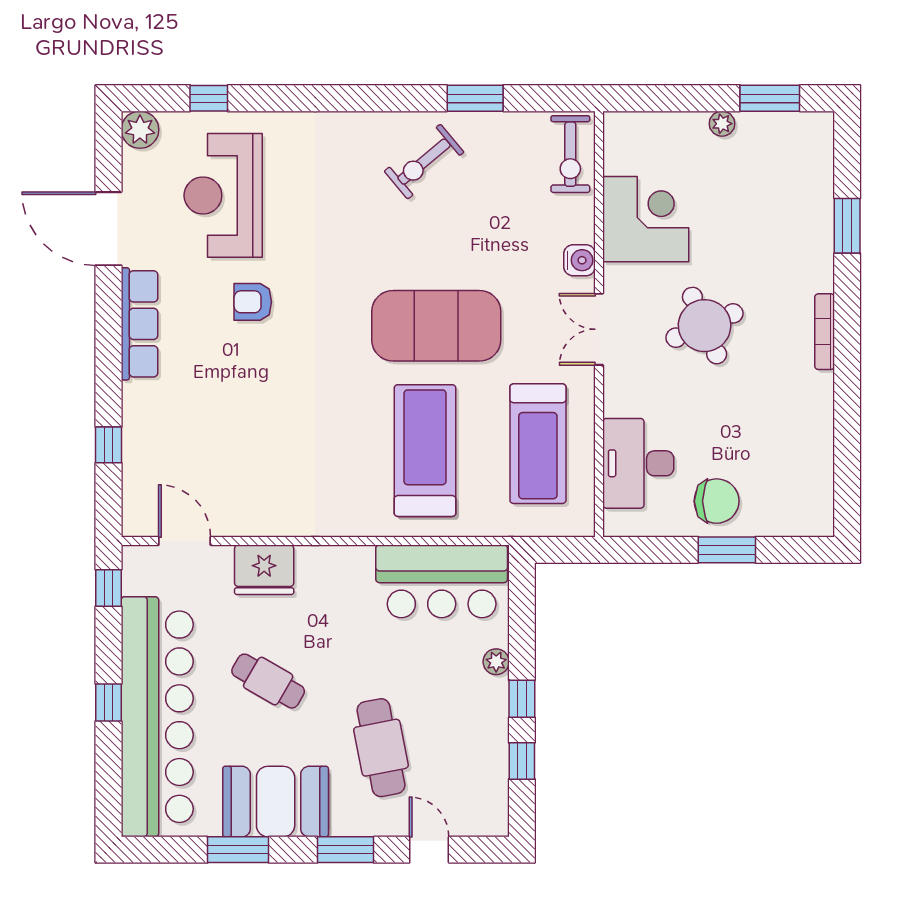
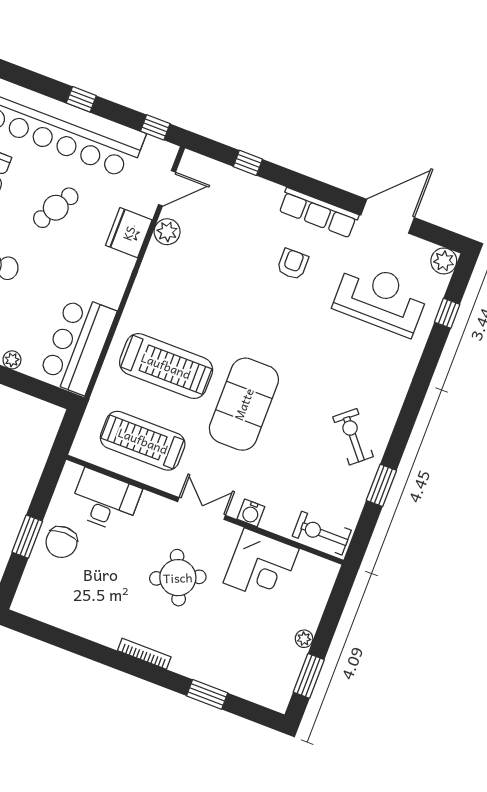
armchair: (253, 302) -> (293, 264), moved
plant: (243, 518) -> (167, 232), added

